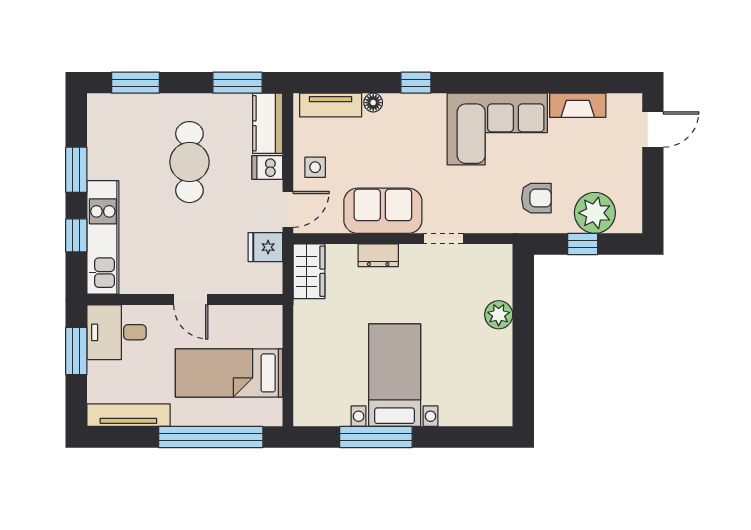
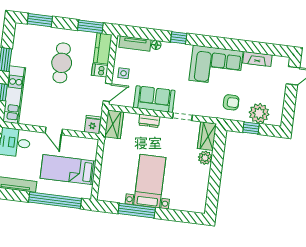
fridge: (265, 247) -> (93, 125), moved, turned 90
wardrobe: (497, 271) -> (207, 136), added

